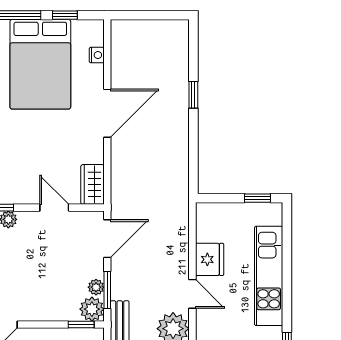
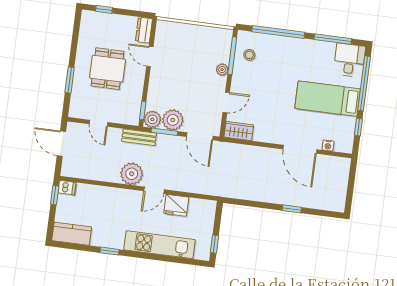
bed: (40, 64) -> (328, 99), width x0.67
door: (107, 113) -> (300, 149), moved
plant: (96, 287) -> (173, 120), width x1.87, depth x1.87

